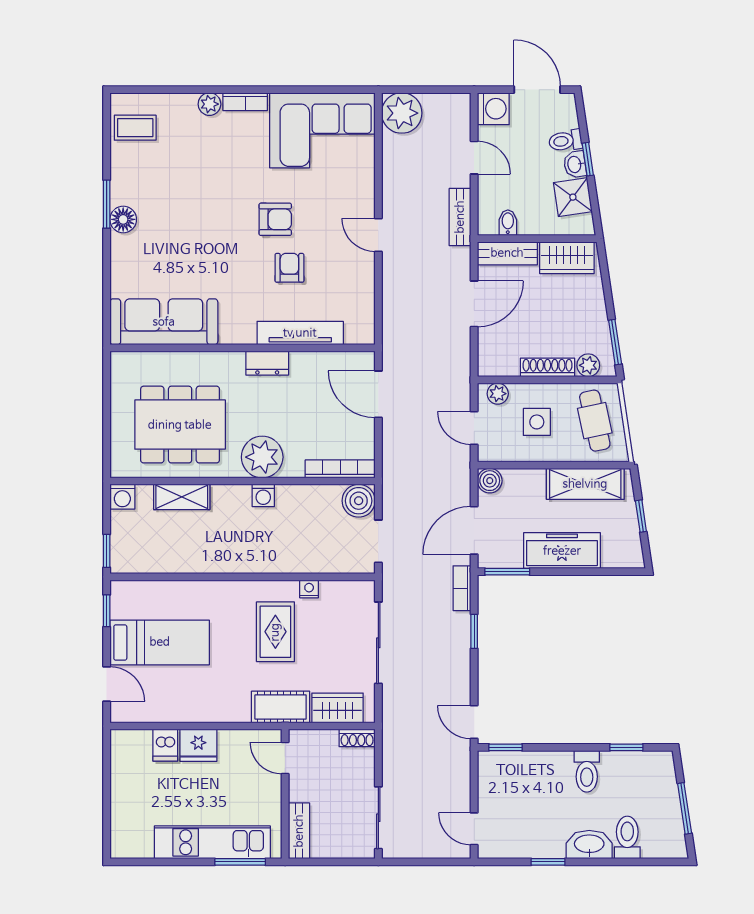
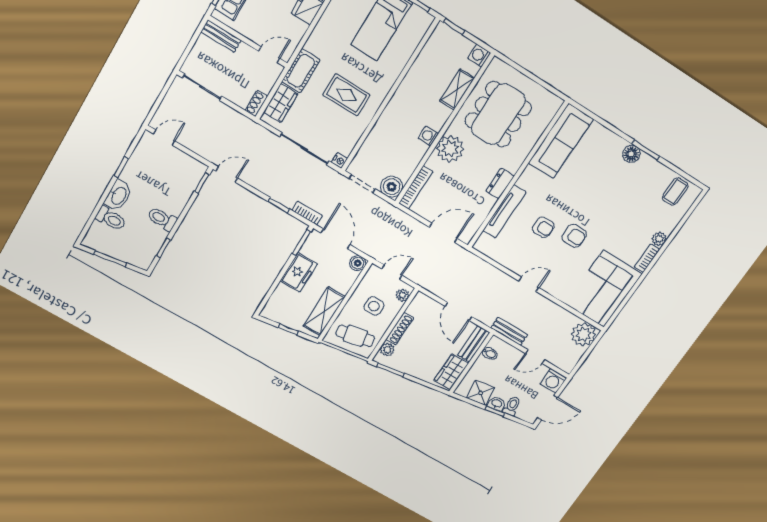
armchair: (275, 219) -> (574, 236), turned -90
freezer: (562, 551) -> (299, 272), width x0.71
nightstand: (309, 589) -> (339, 160), moved

